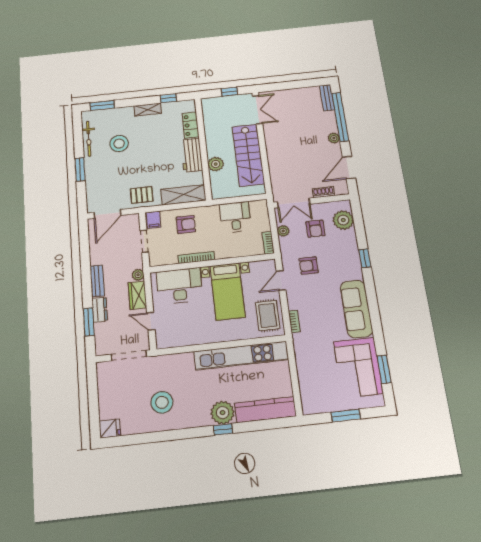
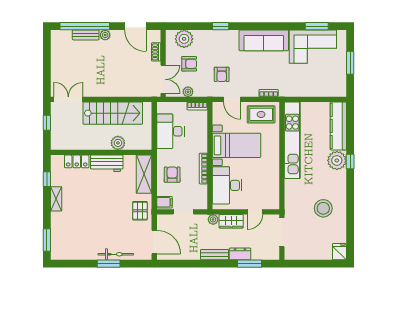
bench: (327, 98) -> (86, 35), moved
bicycle: (89, 139) -> (116, 254), moved
stool: (119, 144) -> (87, 227), removed
desk: (235, 217) -> (170, 131), width x1.37

